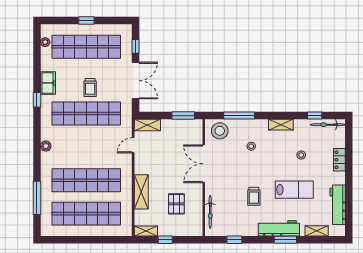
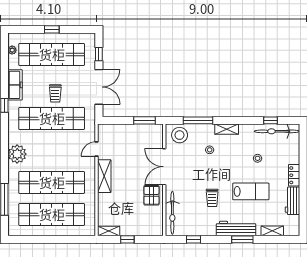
freezer: (48, 83) -> (15, 85), width x1.40
shelving: (147, 125) -> (110, 130), removed
shelving: (281, 125) -> (227, 129), moved
bicycle: (328, 125) -> (277, 131), width x1.37, depth x1.40
plant: (46, 146) -> (17, 154), width x1.87, depth x1.87
locker: (339, 160) -> (294, 175), moved
shelving: (141, 192) -> (104, 176), moved
pallet: (176, 204) -> (151, 195), moved
workbench: (338, 205) -> (292, 201), width x0.73
bicycle: (210, 212) -> (172, 213), width x1.37, depth x1.40

